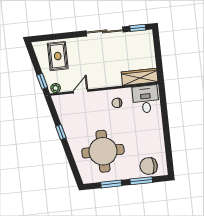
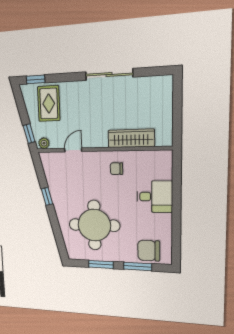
window: (138, 28) -> (36, 79), moved
wardrobe: (140, 77) -> (131, 138), moved
desk: (146, 99) -> (155, 197), moved, turned 90

